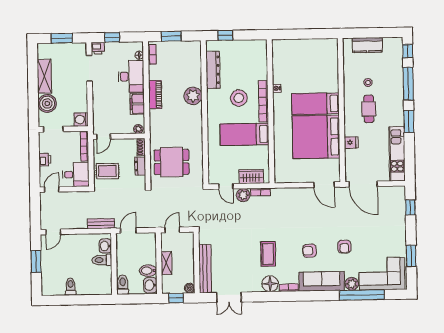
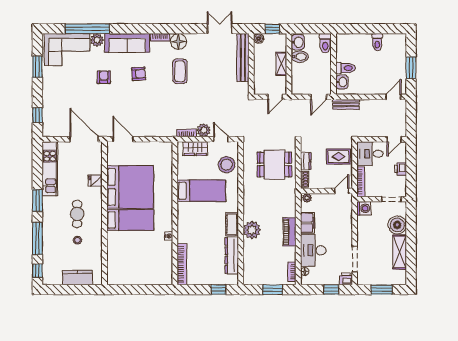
stool: (239, 98) -> (227, 165), moved
cot: (213, 101) -> (232, 224), added
bookcase: (263, 101) -> (182, 264), moved

